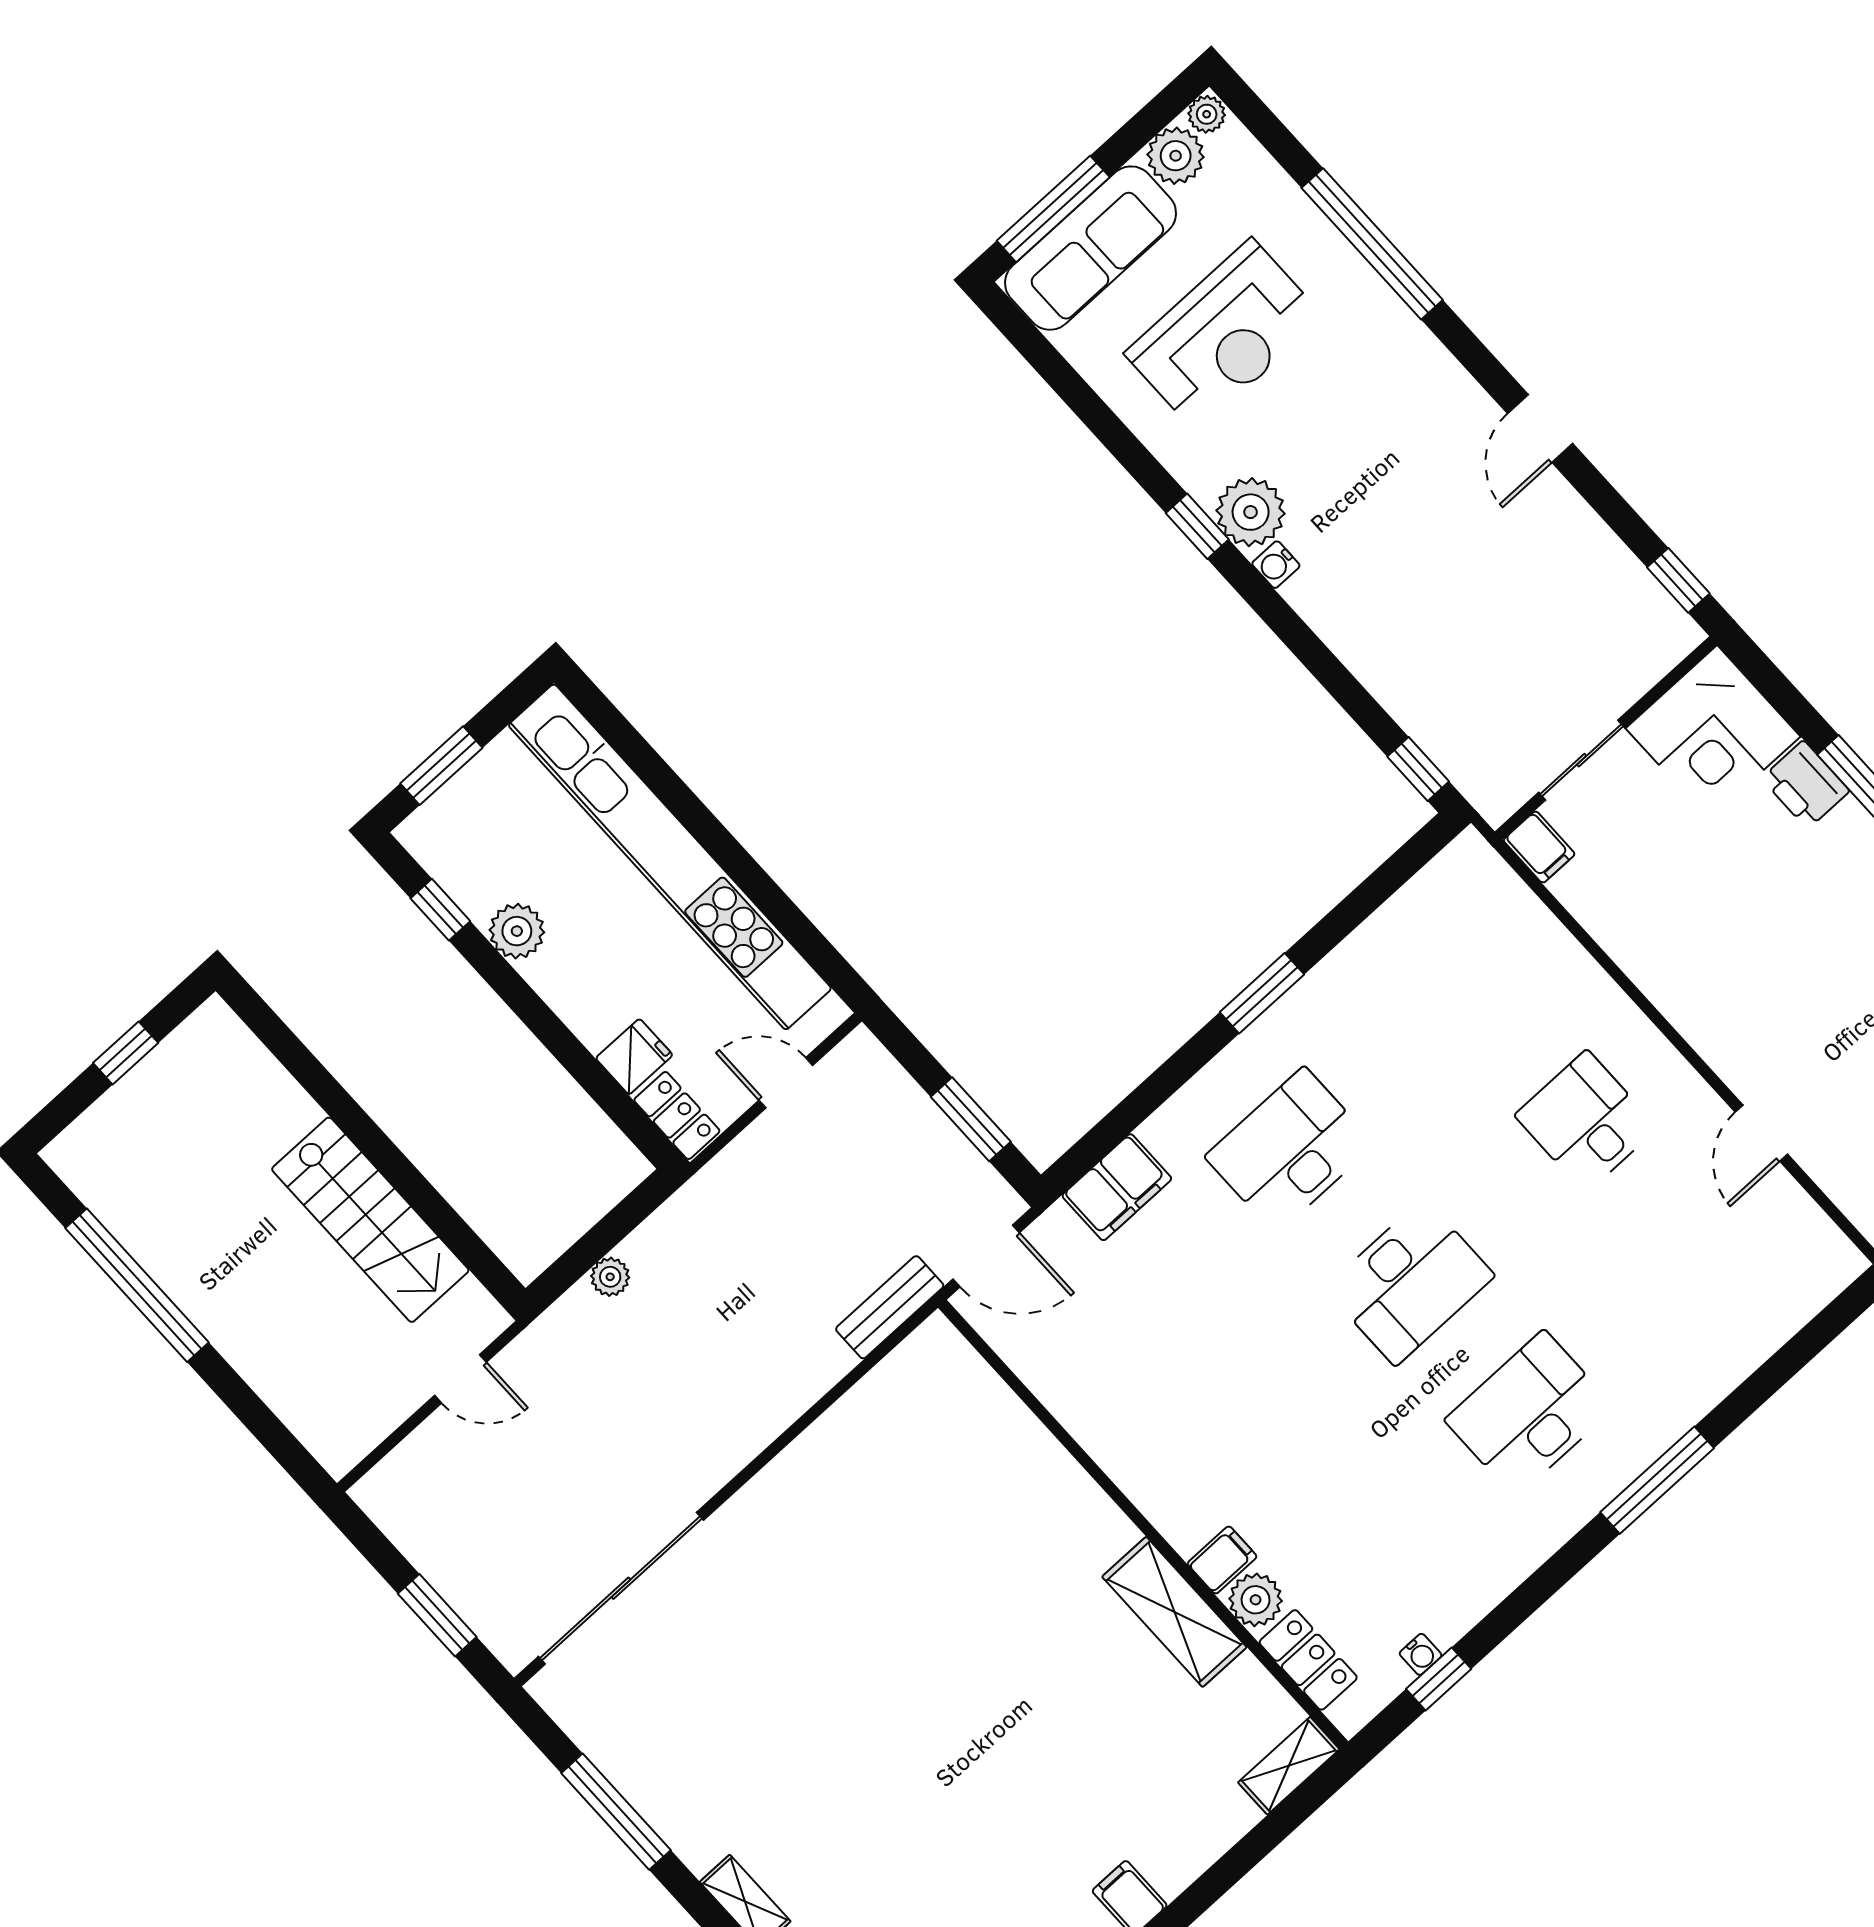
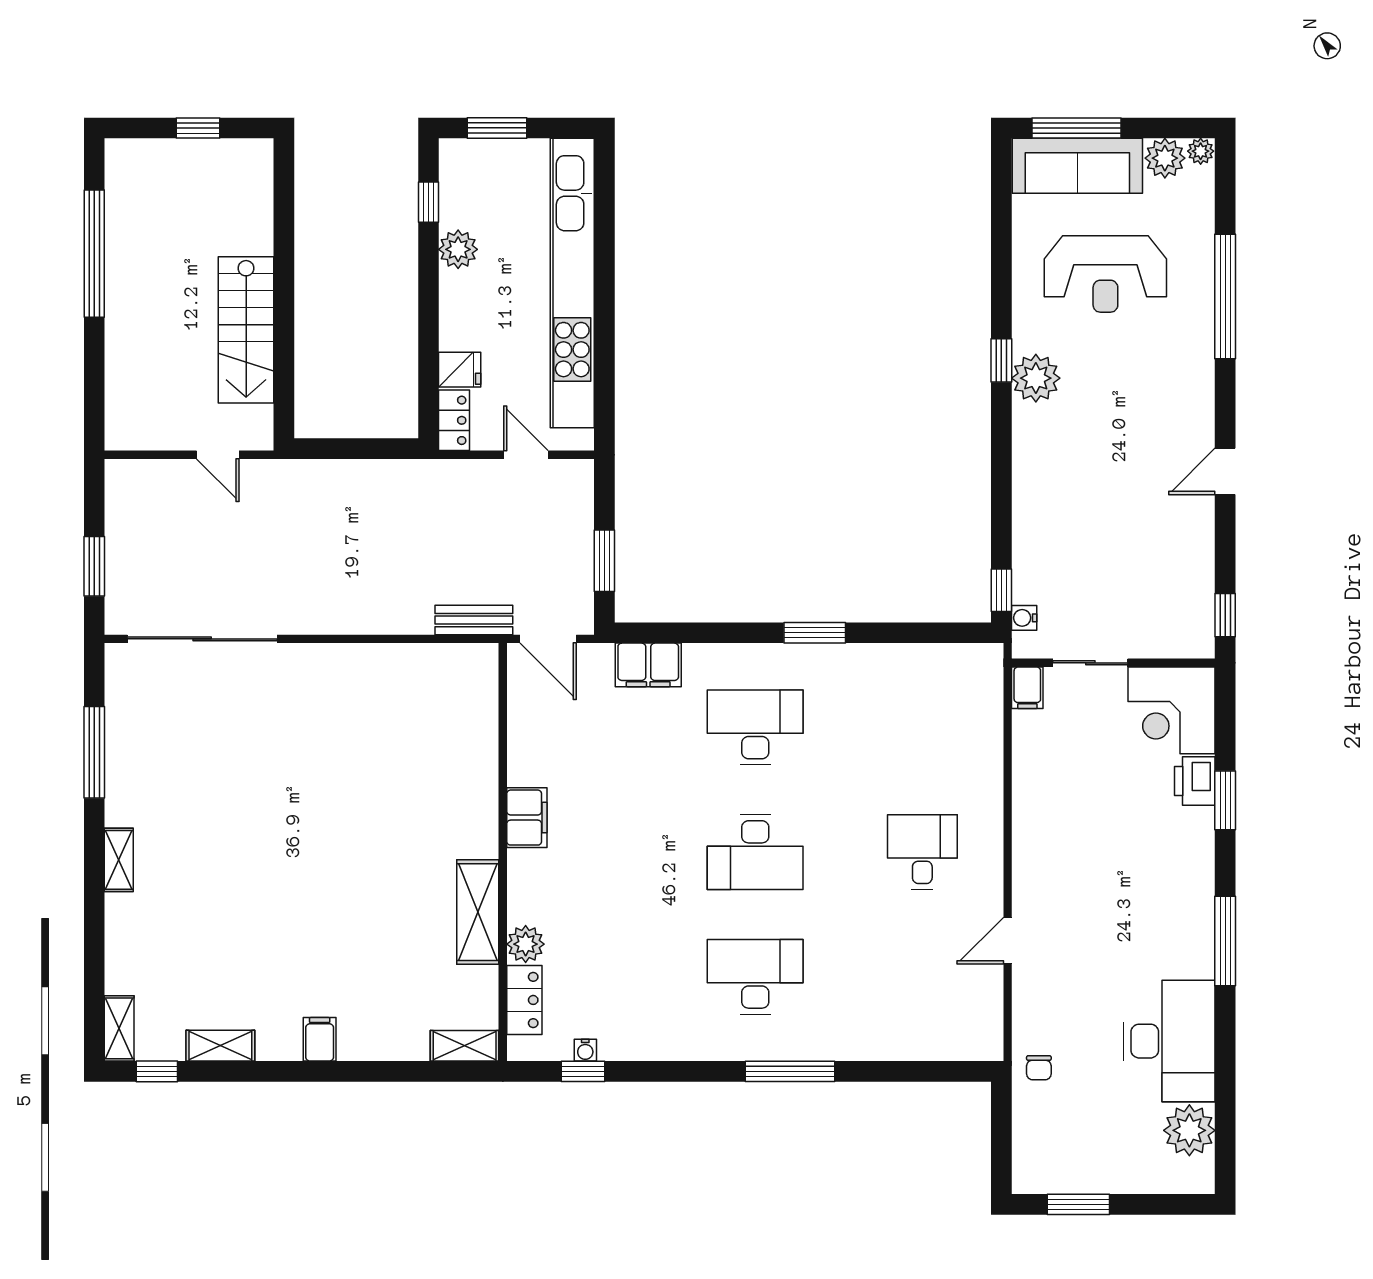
water cooler: (1276, 565) -> (1024, 618), moved
plant: (610, 1277) -> (343, 472), removed
filing cabinet: (1222, 1560) -> (527, 818), moved, width x2.00

